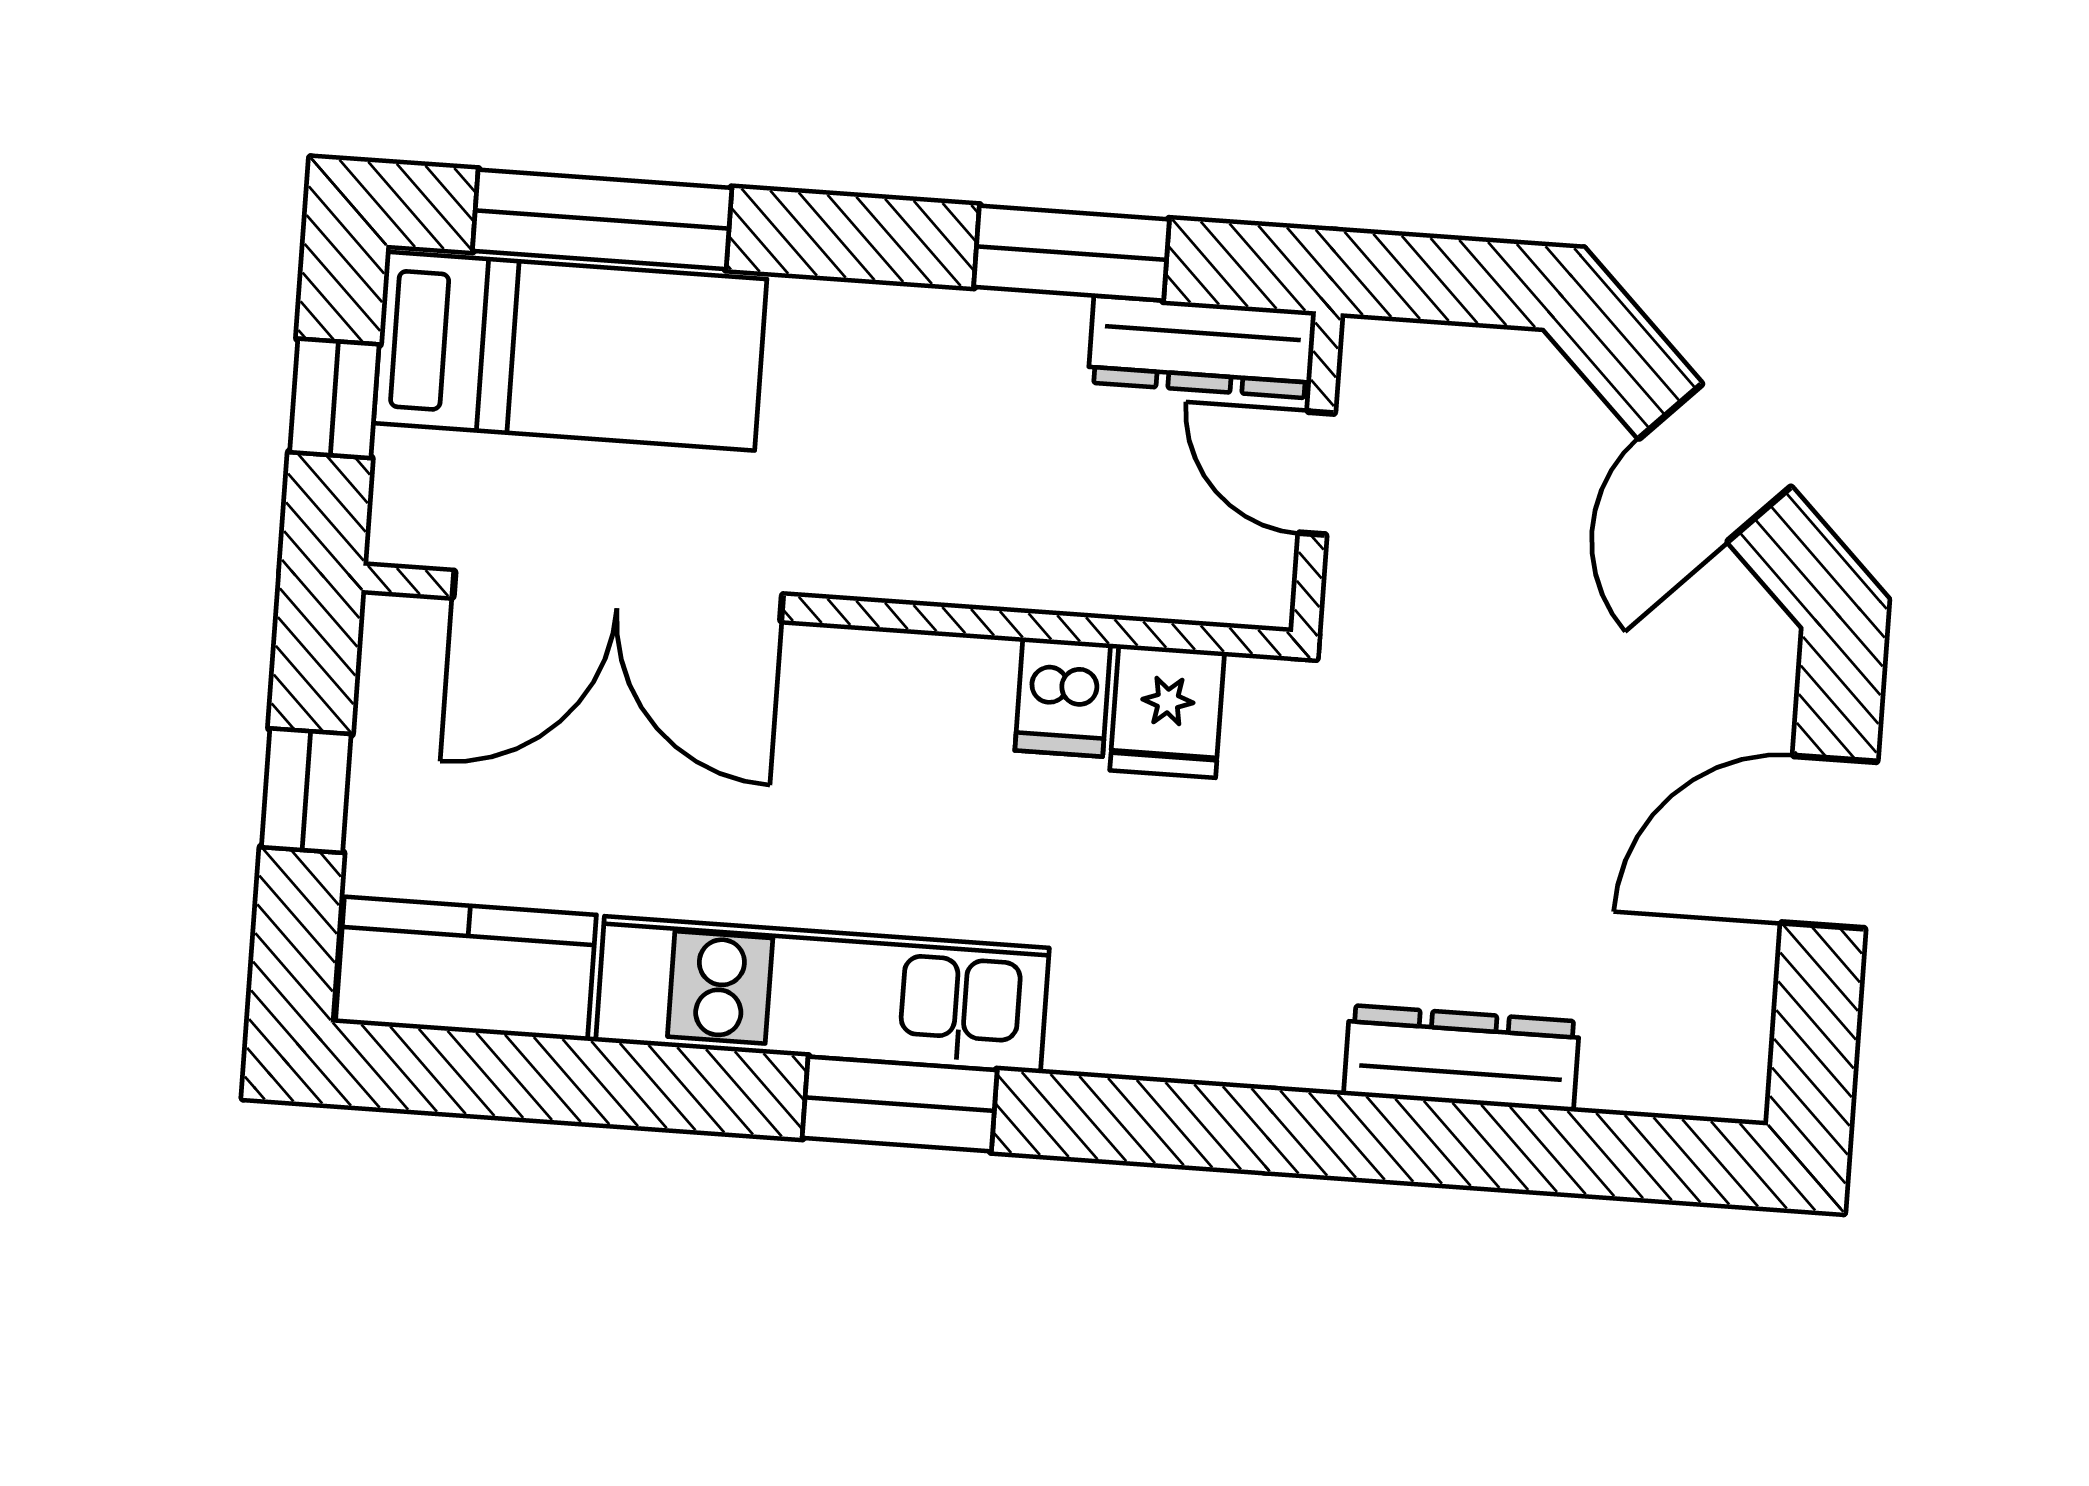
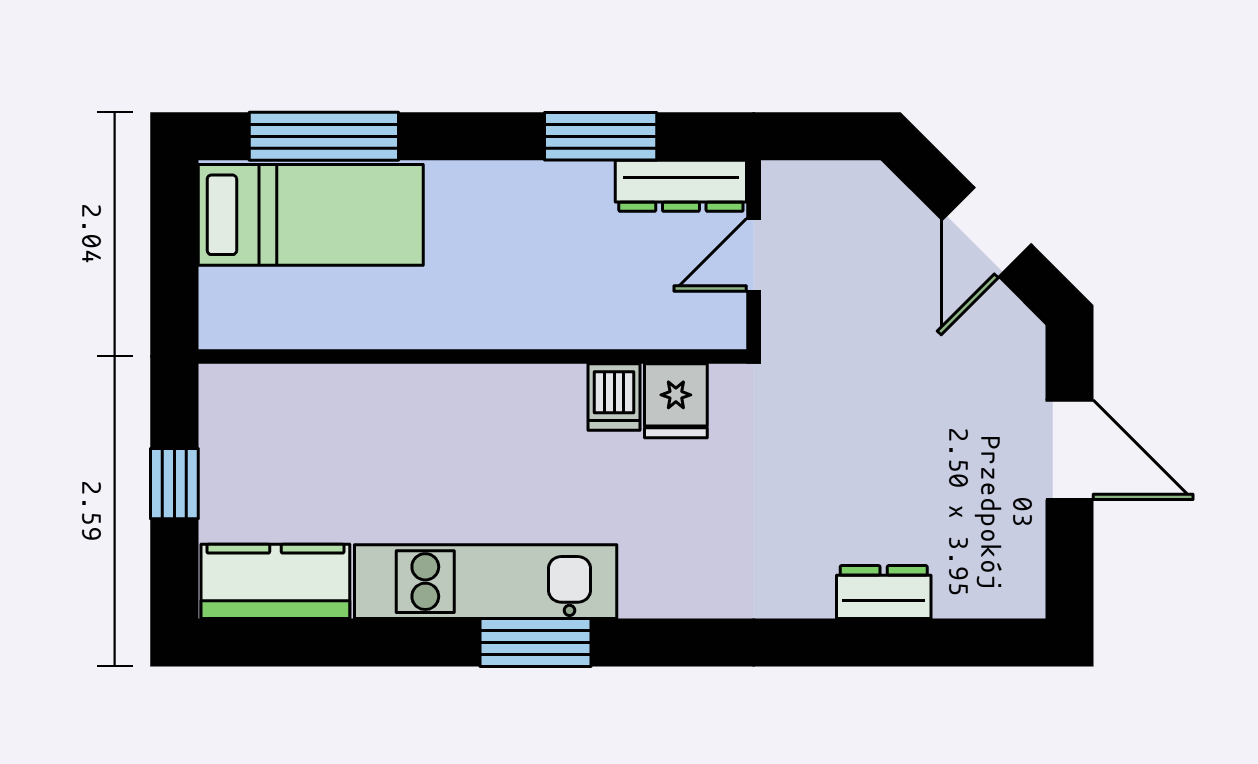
window: (334, 398) -> (174, 252), removed
door: (1317, 473) -> (754, 255), hinge flipped
double door: (618, 596) -> (349, 356), removed
door: (1829, 842) -> (1069, 450), swing flipped
dresser: (1462, 1058) -> (884, 592), width x0.70

